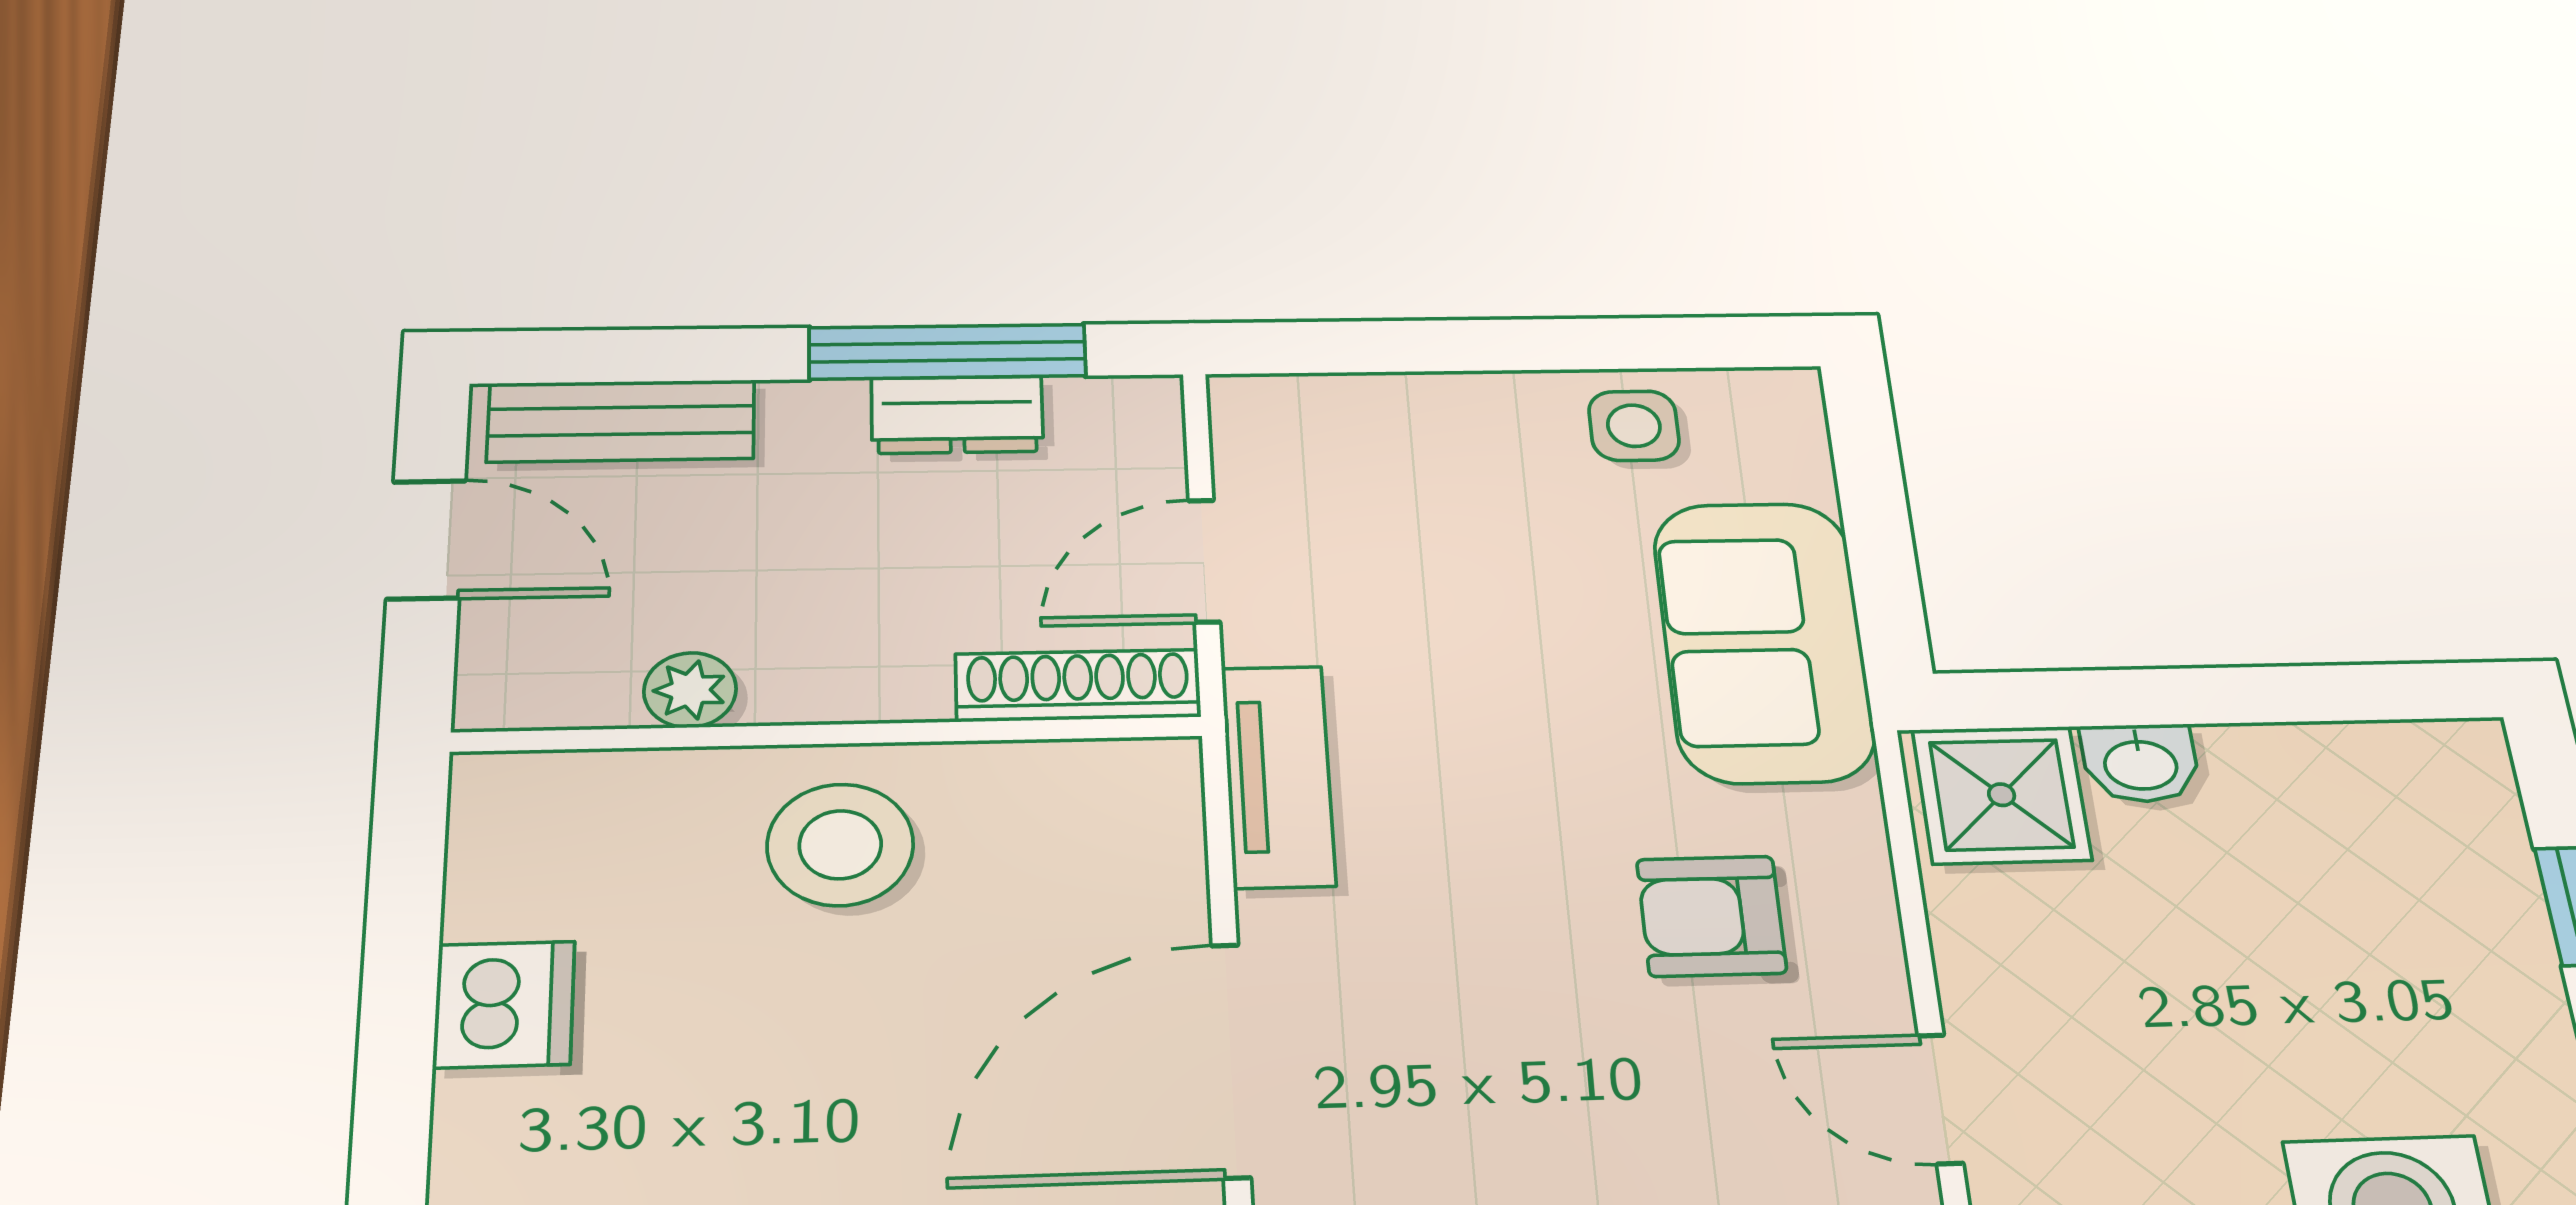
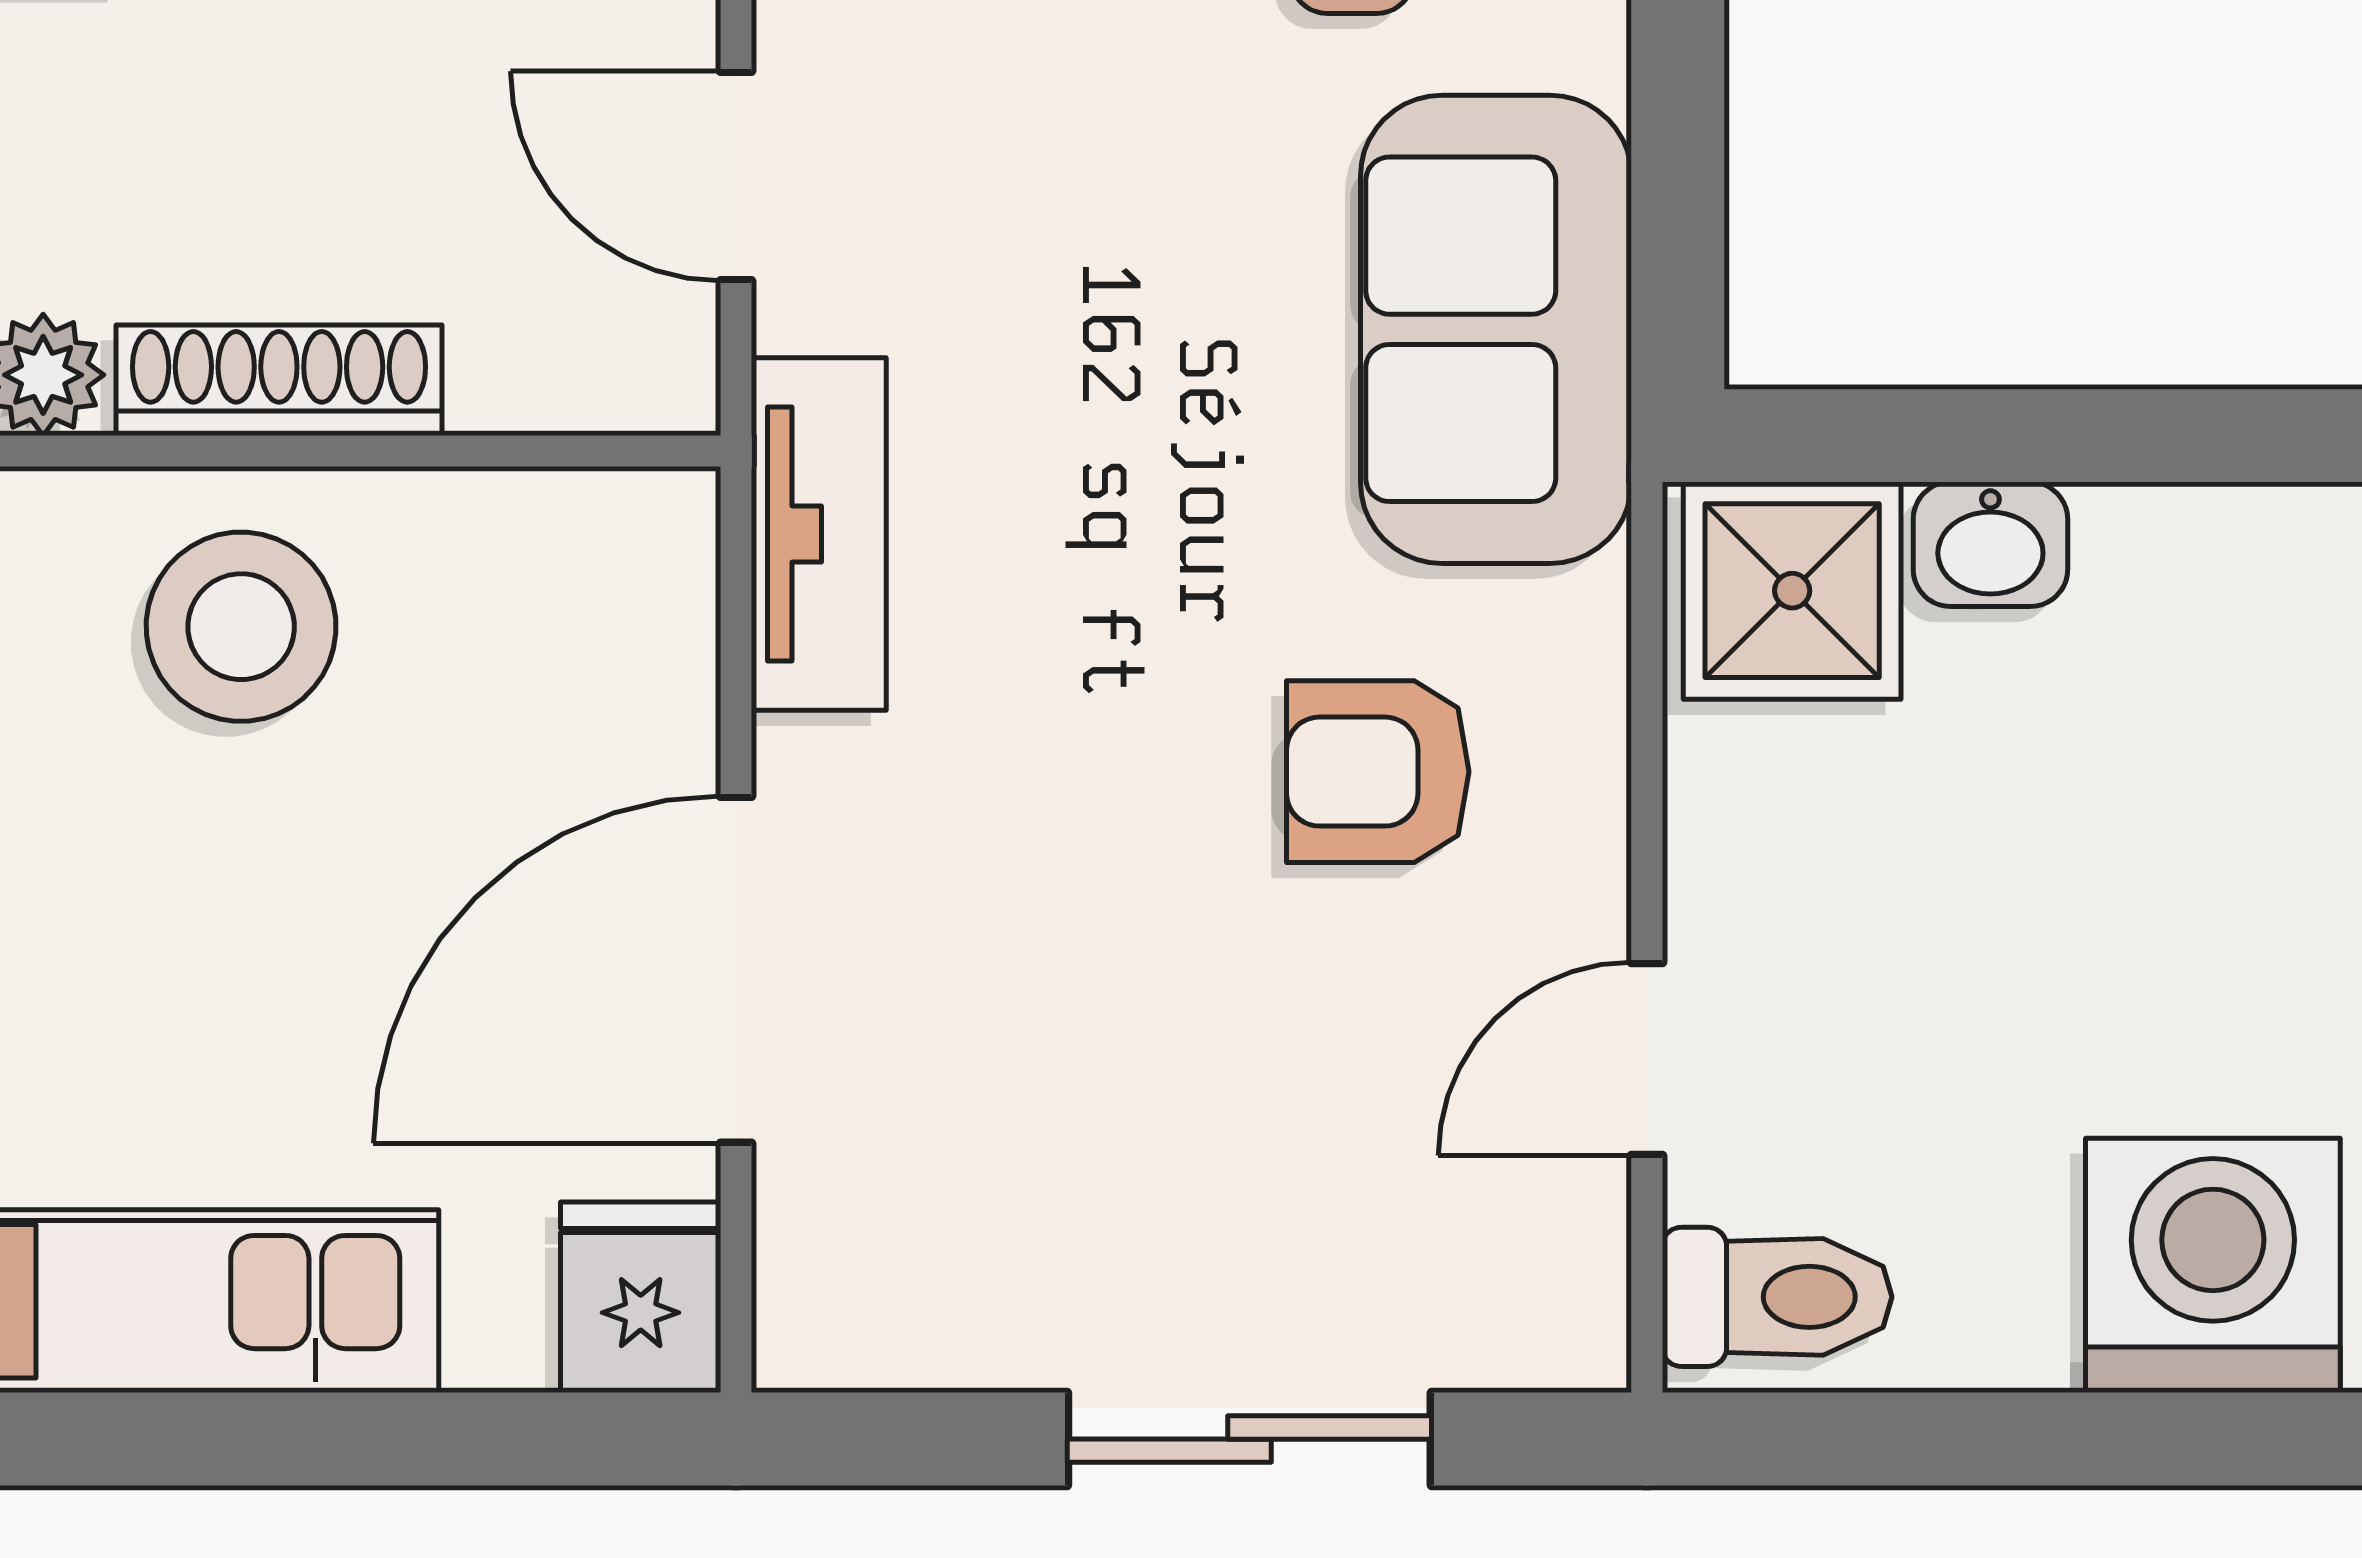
door: (1204, 561) -> (736, 176), hinge flipped
shoe rack: (1078, 685) -> (279, 380), moved
door: (1940, 1099) -> (1647, 1059), hinge flipped

